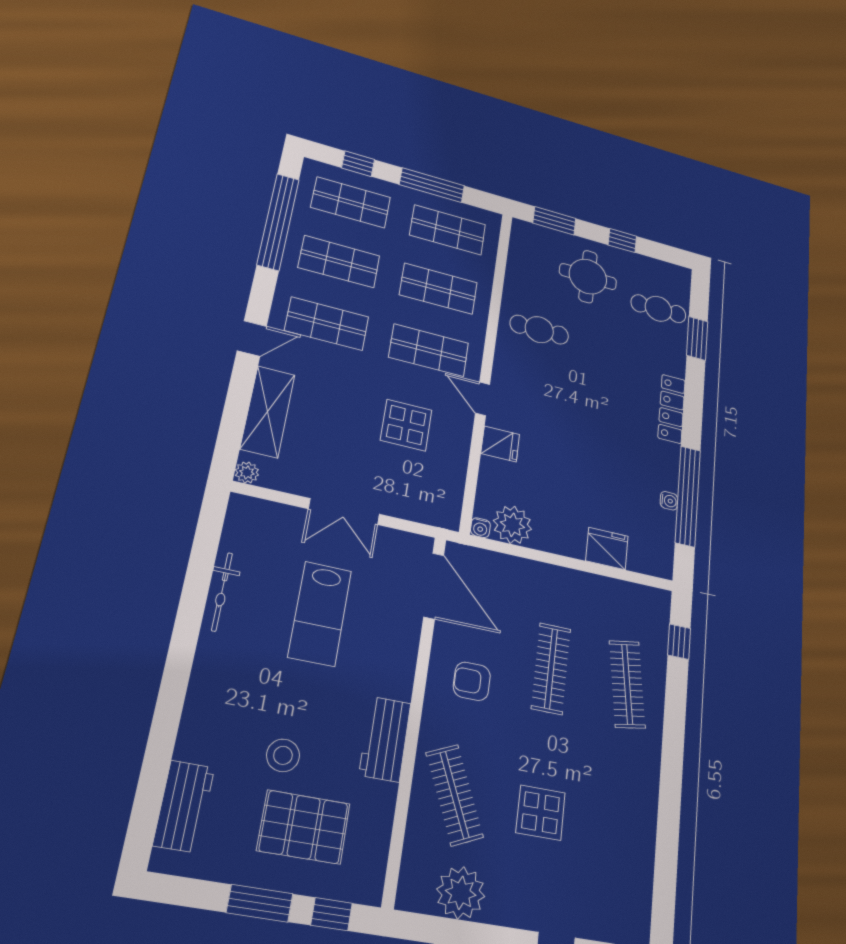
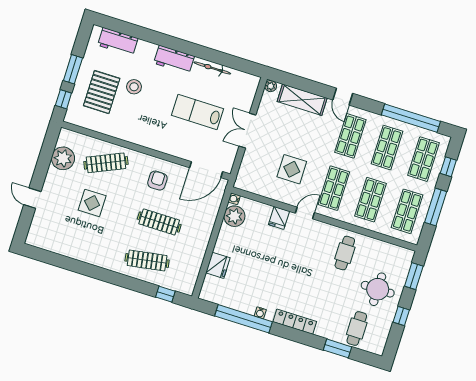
water cooler: (669, 501) -> (260, 313), moved
workbench: (385, 739) -> (174, 60), moved, turned 180

